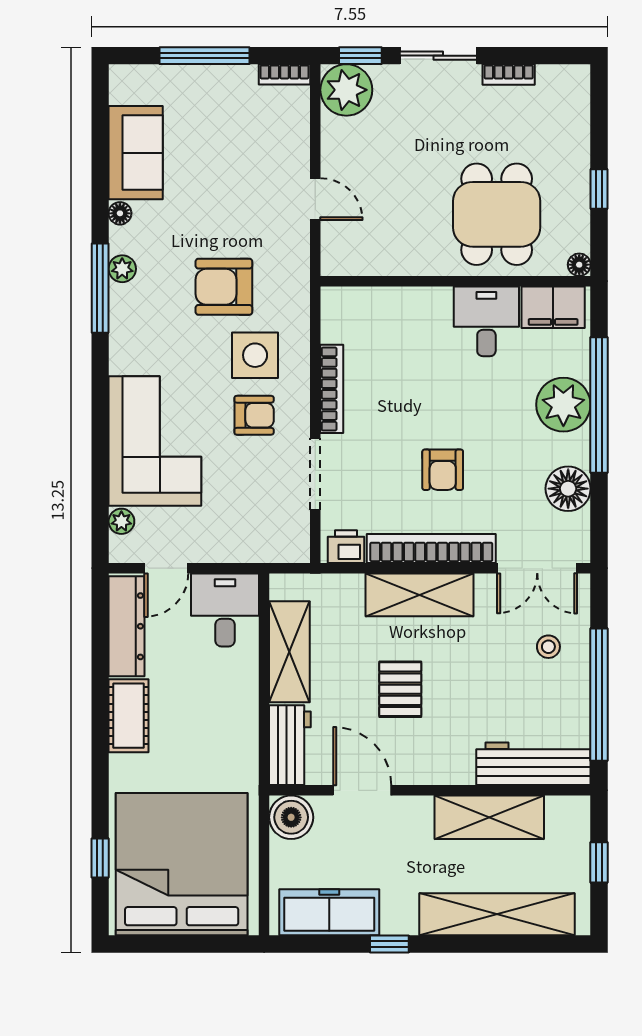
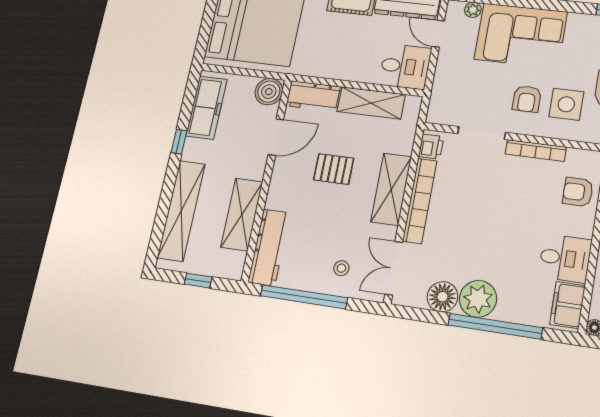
plant: (563, 405) -> (478, 299), moved
armchair: (443, 470) -> (578, 192), moved

